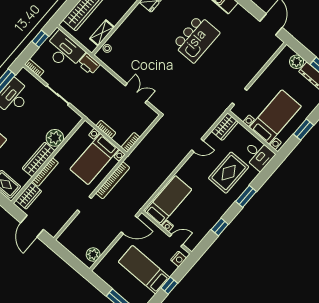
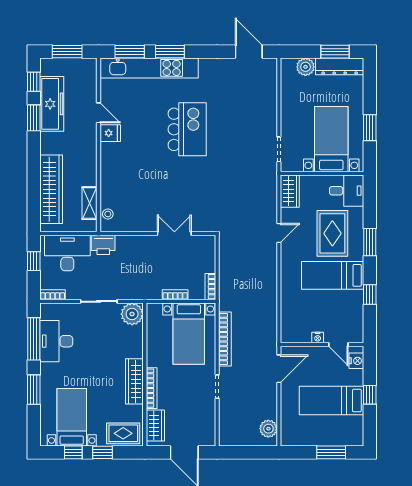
plant: (55, 138) -> (132, 314), moved
bed: (168, 201) -> (333, 275), moved, turned -90
door: (176, 240) -> (338, 344), swing flipped

